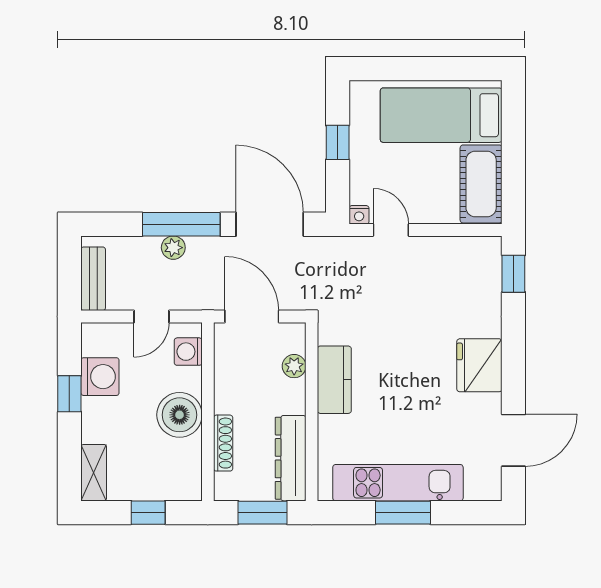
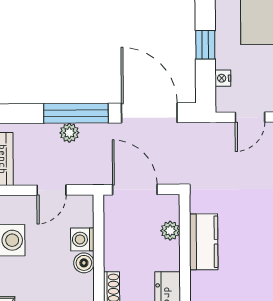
nightstand: (359, 215) -> (223, 78), moved, turned 90
door: (391, 230) -> (250, 117), swing flipped
washing machine: (188, 352) -> (82, 239), moved
boiler: (180, 415) -> (84, 263), width x0.54, depth x0.54

